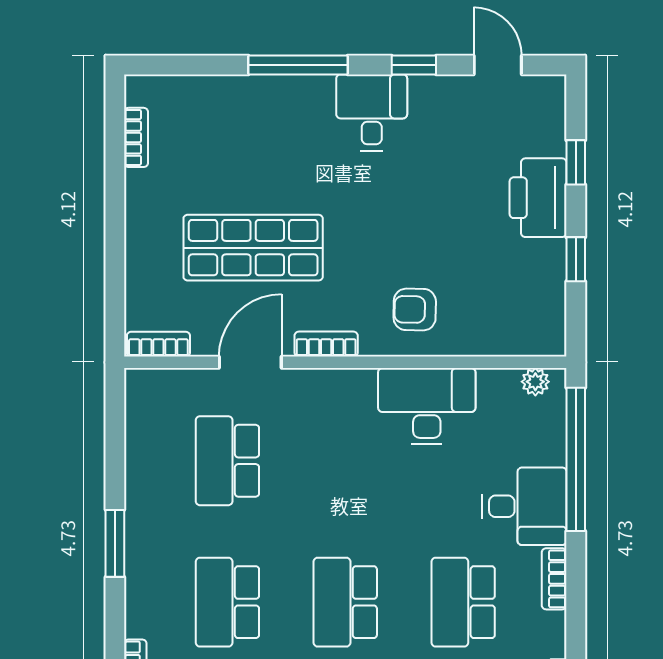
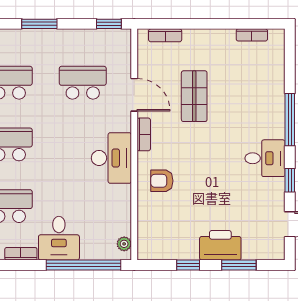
window: (576, 162) -> (239, 265), width x1.50
shop shelf: (253, 248) -> (194, 96), width x0.70, depth x0.74
armchair: (415, 309) -> (162, 181), turned -91
bookcase: (158, 344) -> (165, 35), moved, turned 90
desk: (427, 406) -> (111, 158), moved
window: (115, 411) -> (109, 24), added

